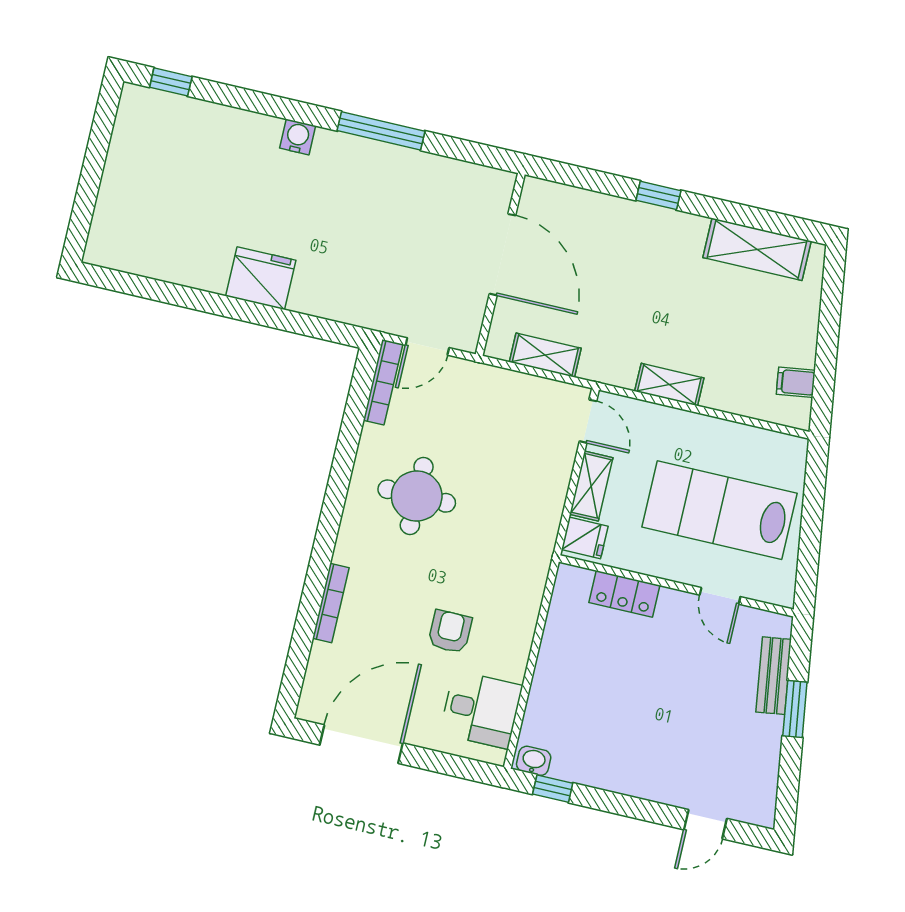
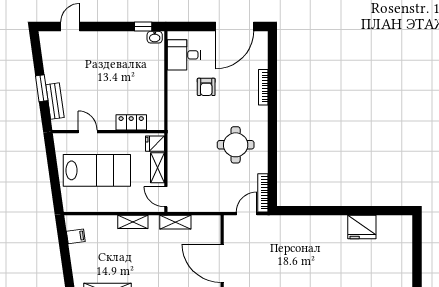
fridge: (261, 278) -> (362, 227), moved
shelving: (545, 355) -> (175, 222), moved

